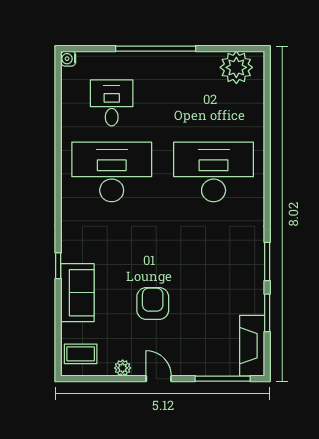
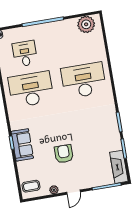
sofa: (77, 293) -> (22, 145), moved
door: (159, 379) -> (73, 192), swing flipped

